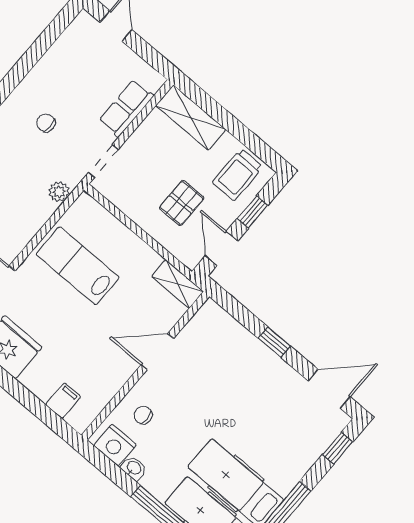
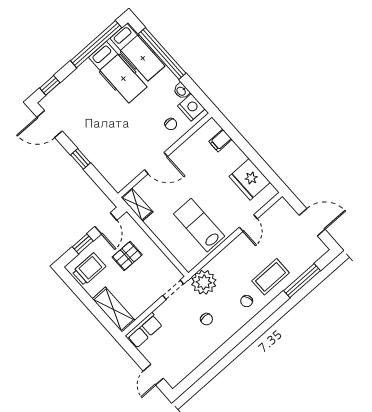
row of seats: (126, 108) -> (144, 330), moved
plant: (59, 192) -> (204, 282), width x1.87, depth x1.87
lab bench: (78, 266) -> (199, 225), turned 180

